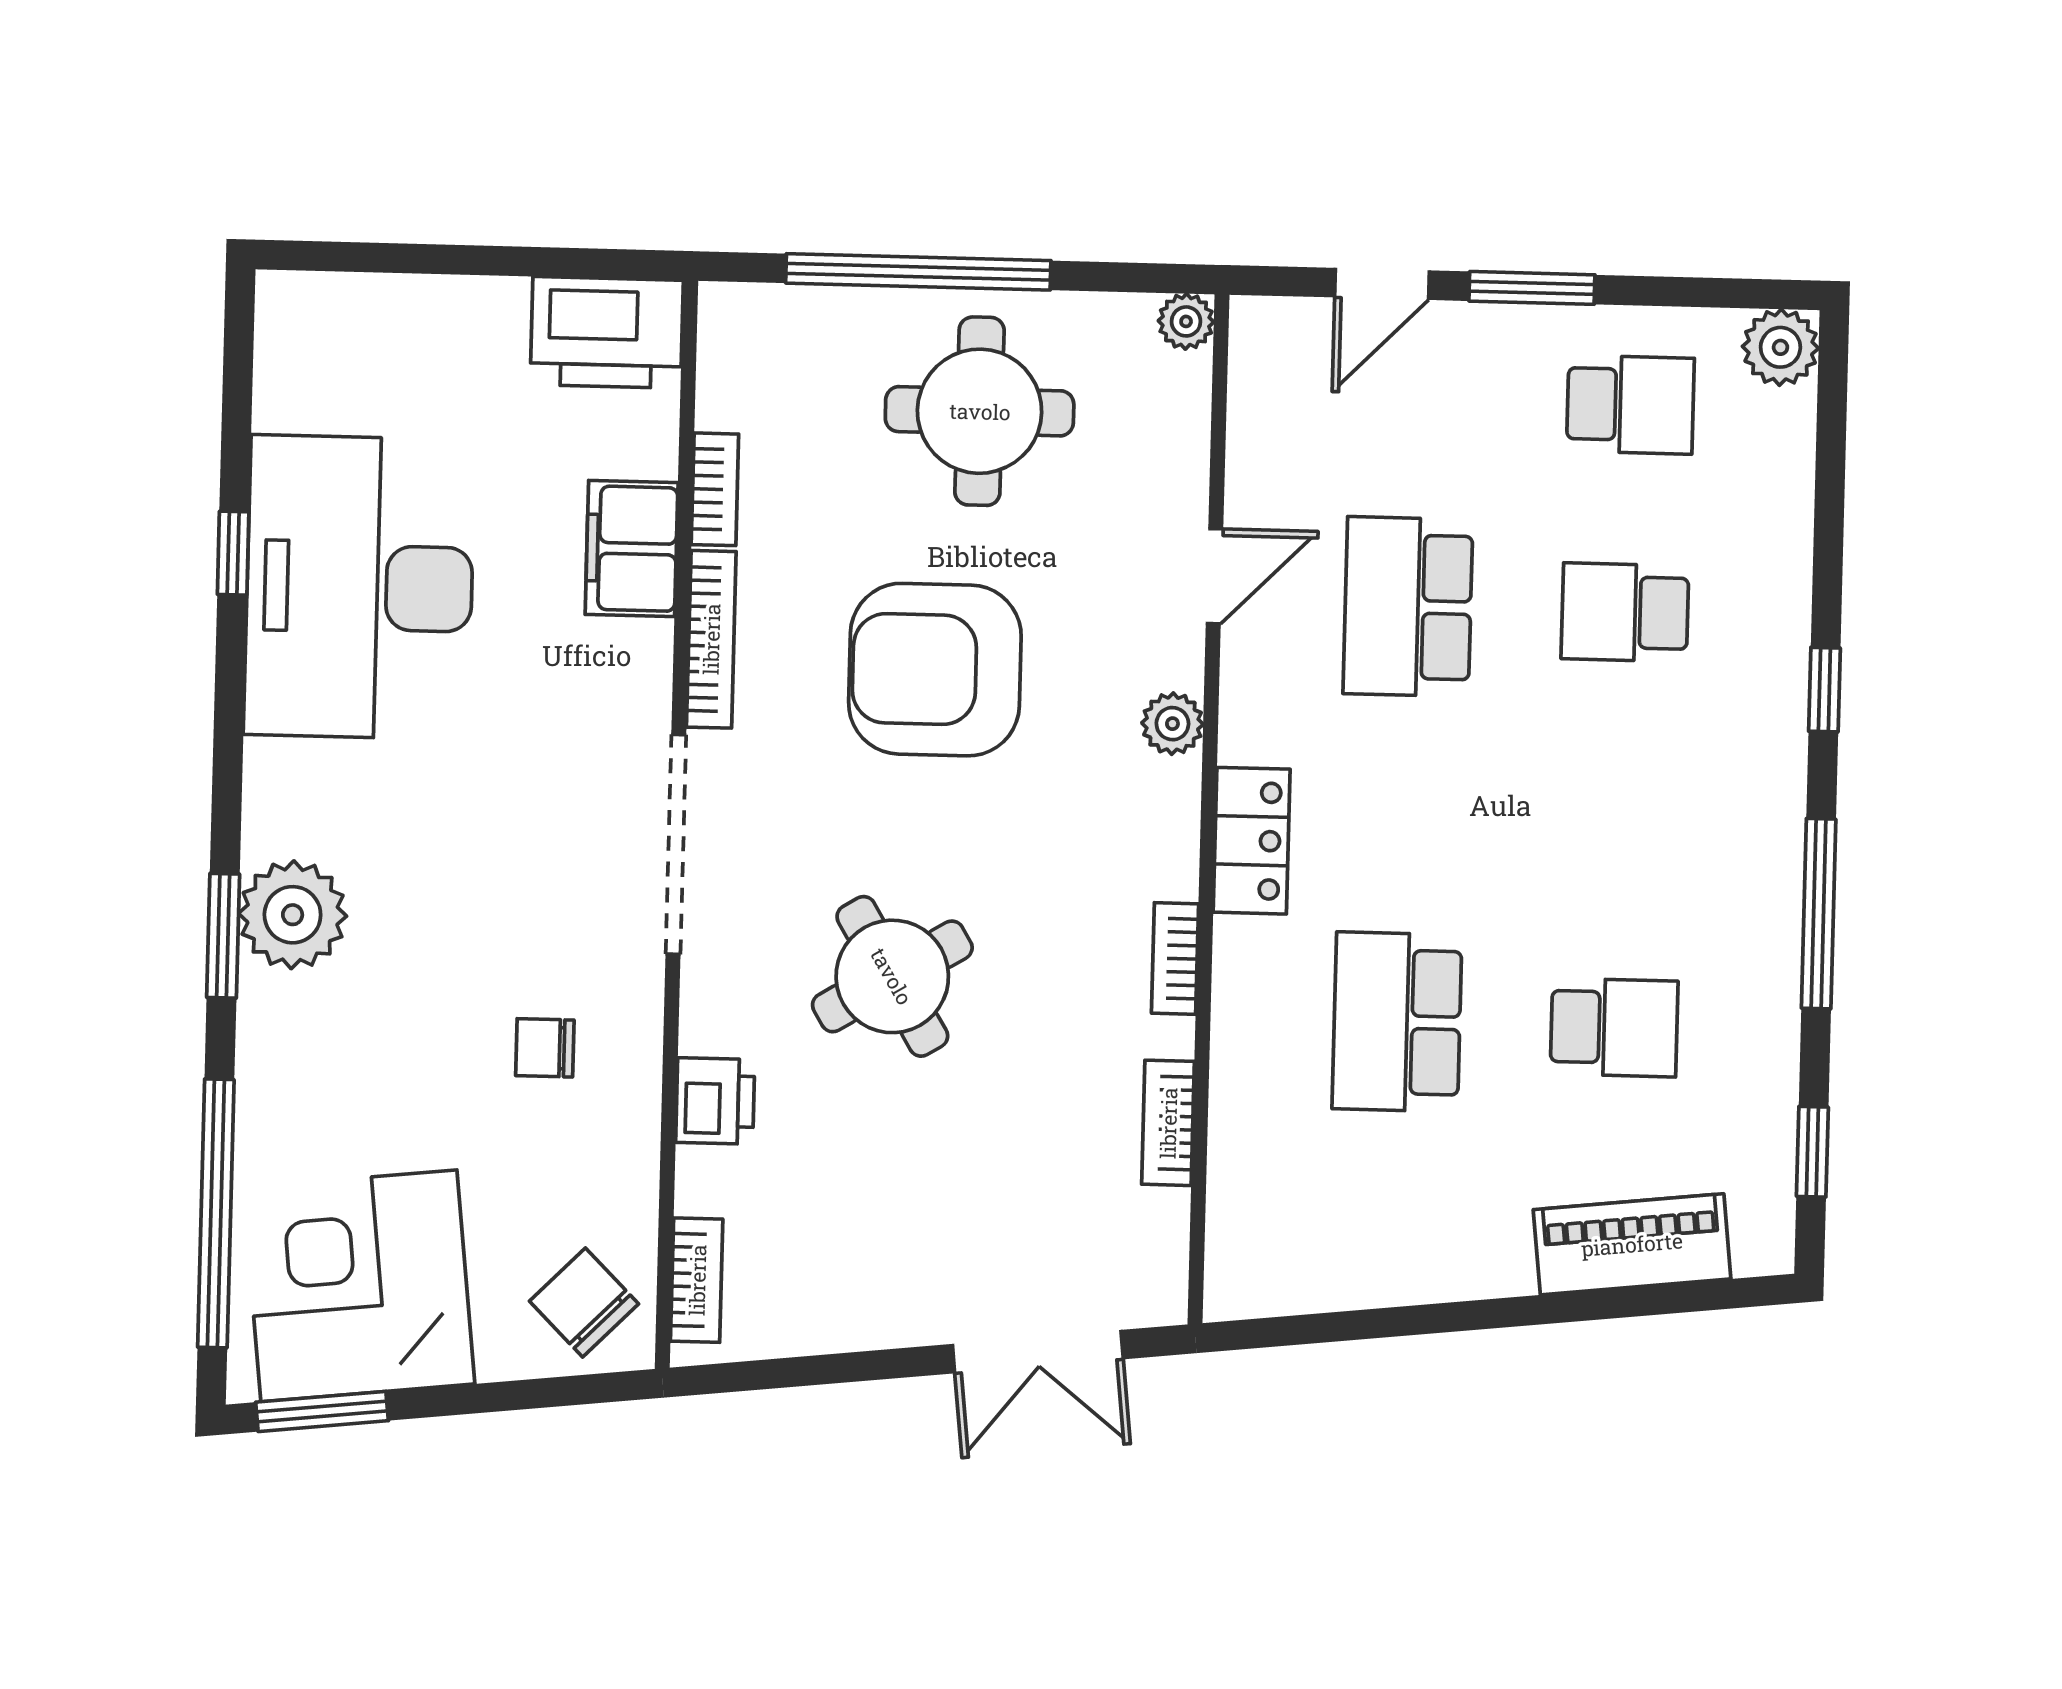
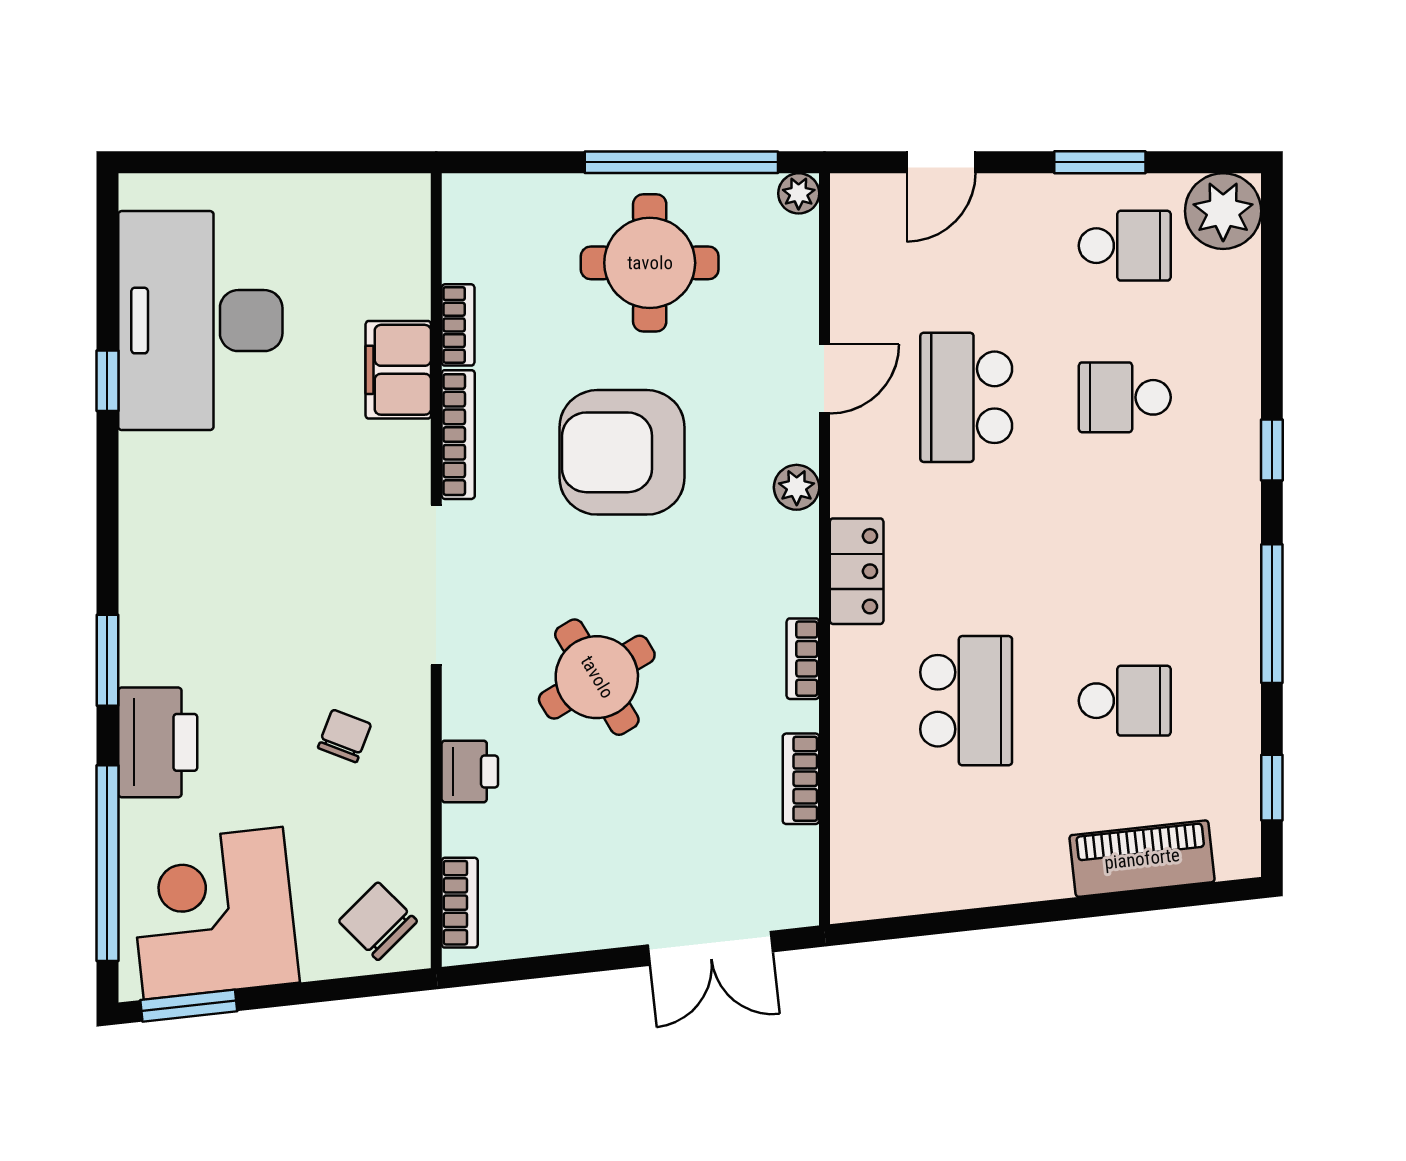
window: (918, 272) -> (681, 162), moved
window: (1532, 288) -> (1100, 162), moved
printer: (607, 333) -> (158, 742), moved, turned -90
plant: (1780, 347) -> (1223, 211), width x1.36, depth x1.36
desk: (359, 587) -> (200, 321), moved
plant: (293, 915) -> (158, 644), removed
school desk: (1397, 1022) -> (966, 701), turned 180
chair: (545, 1048) -> (345, 736), turned 111

